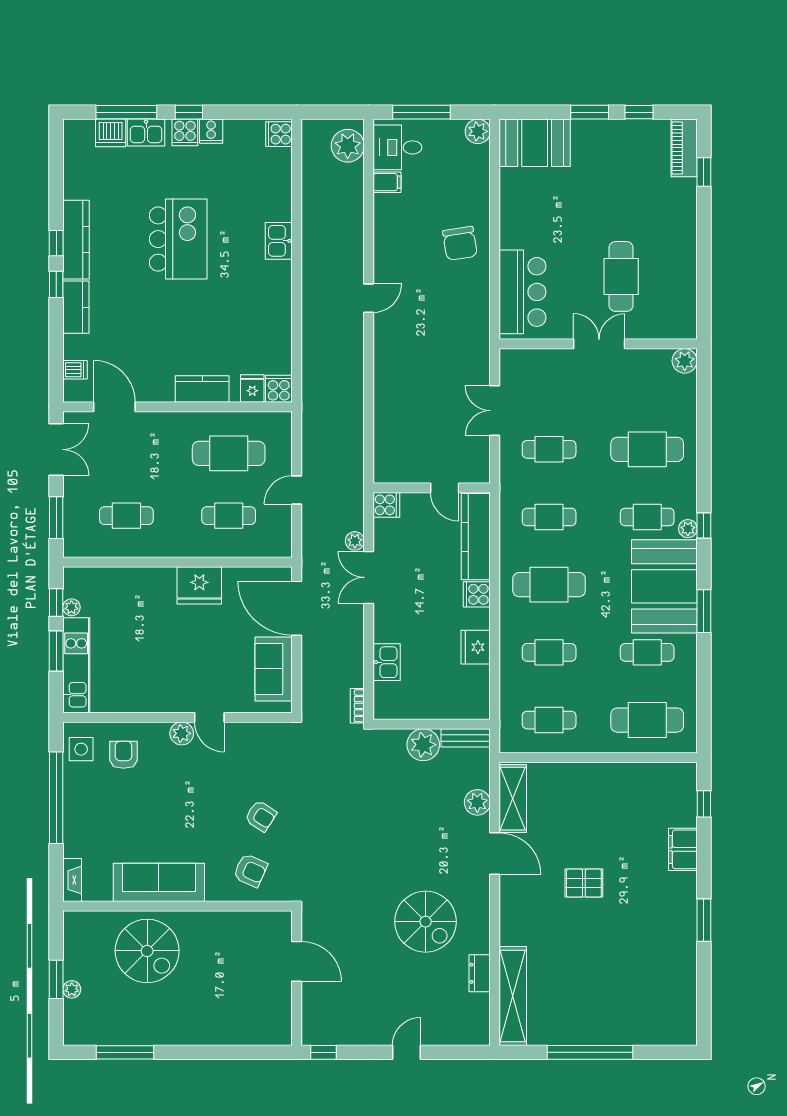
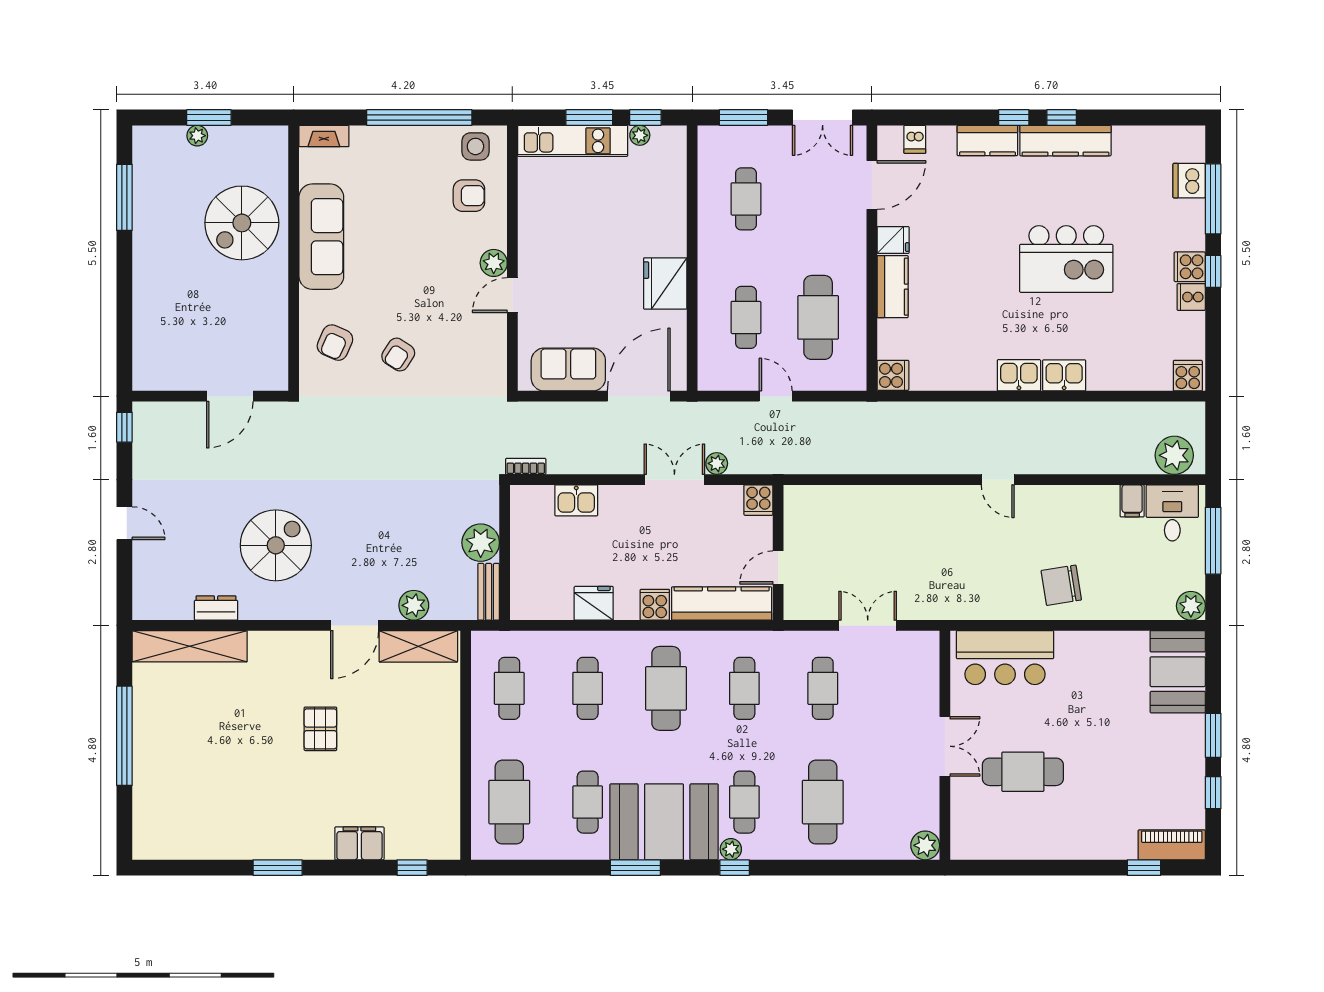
kitchen sink: (146, 133) -> (1019, 375), moved, turned 90
fridge: (252, 389) -> (893, 240), moved
spiral stairs: (426, 922) -> (276, 545), turned 180

